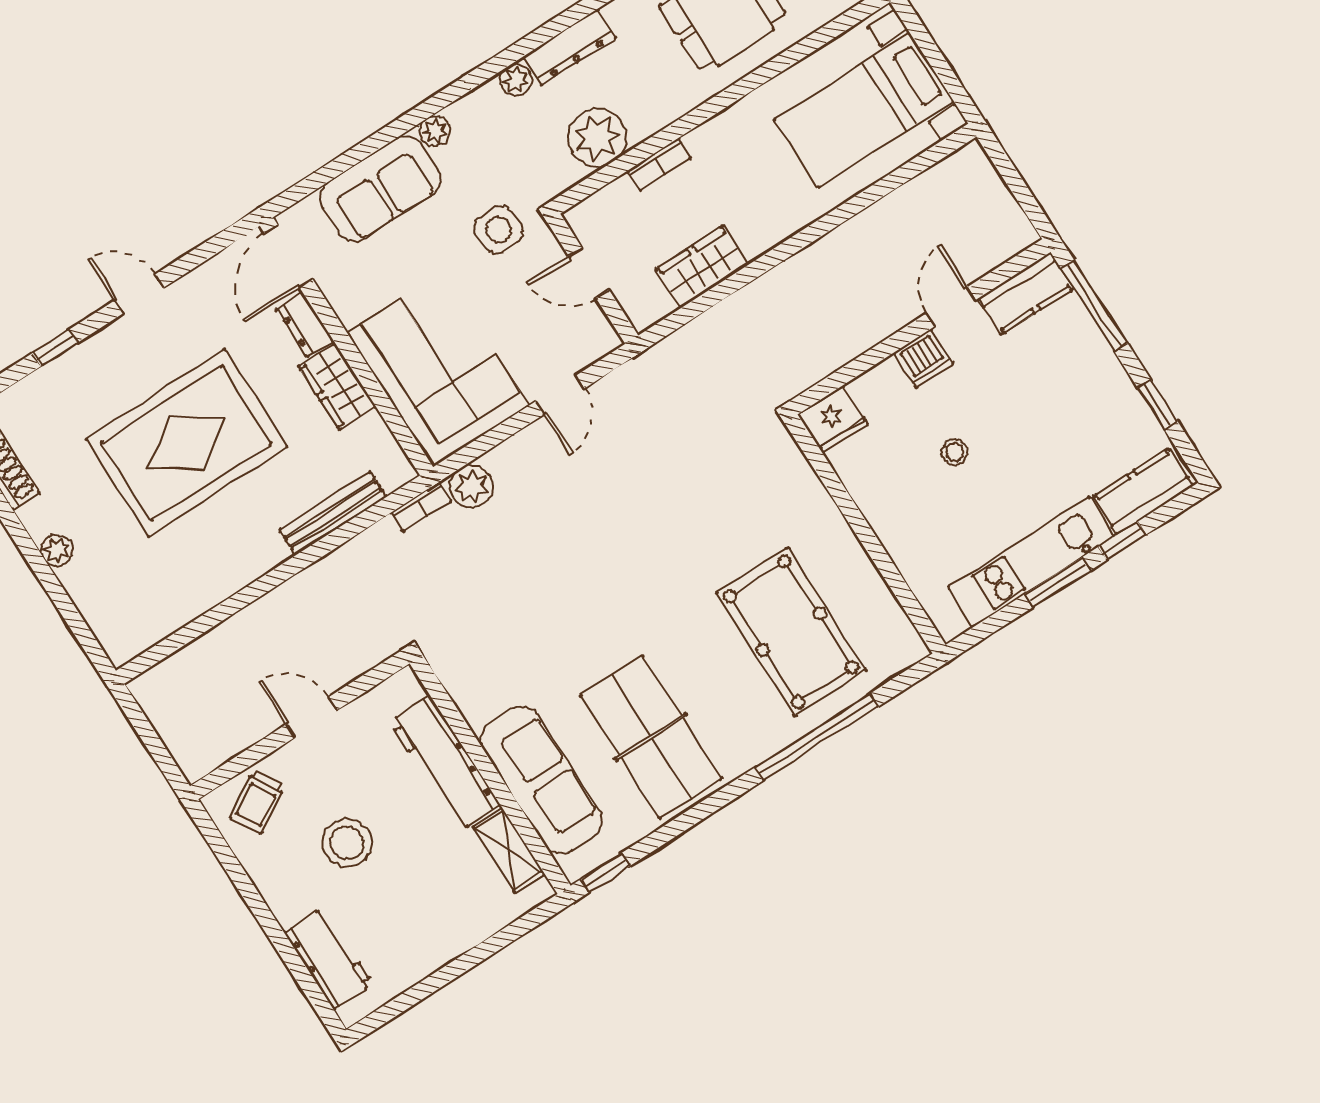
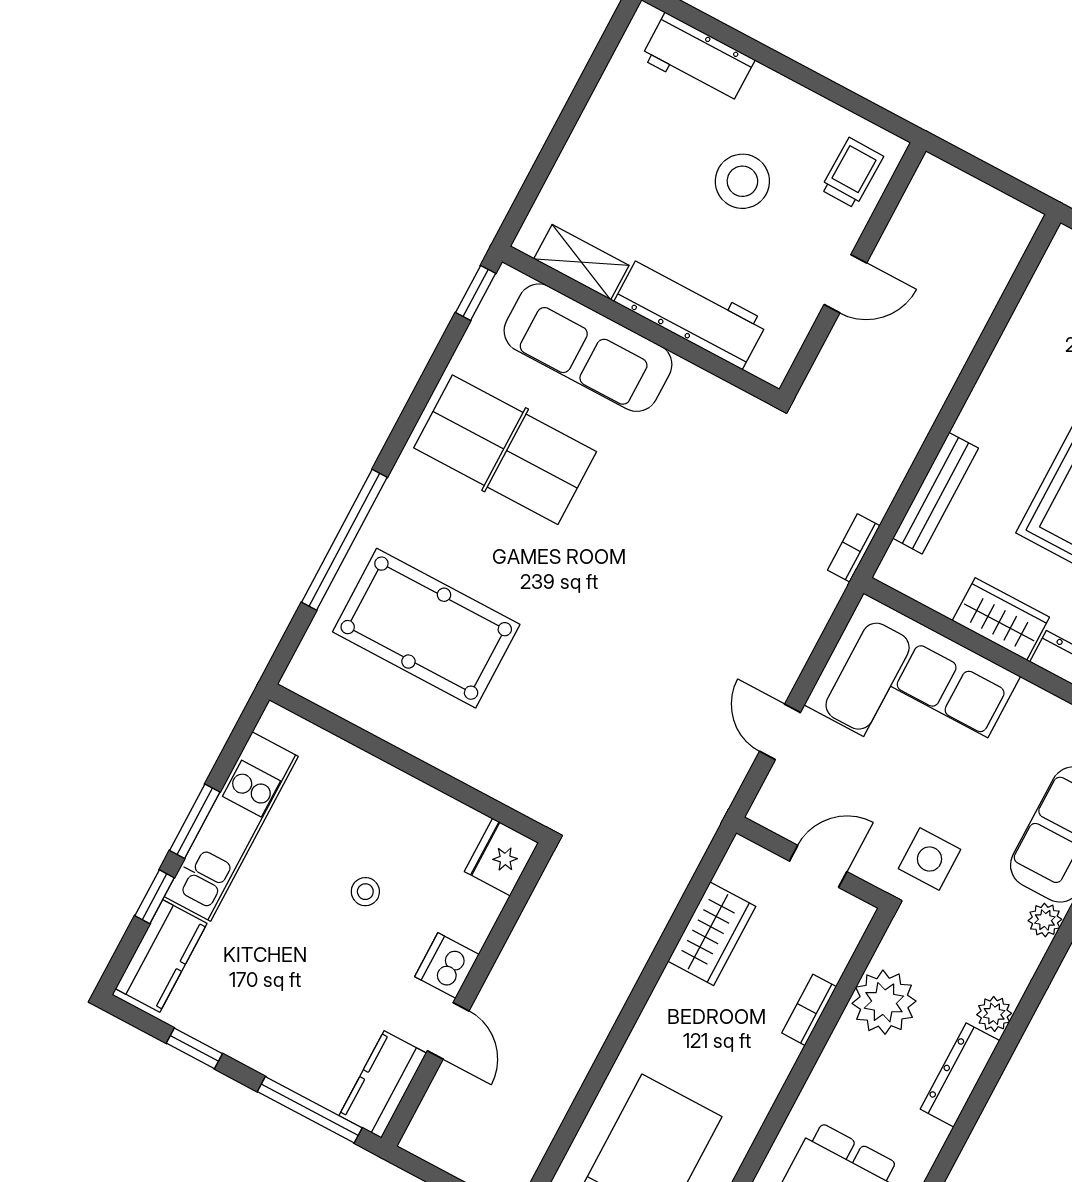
plant: (471, 486) -> (816, 595), removed
trolley: (258, 801) -> (852, 173), turned 32

